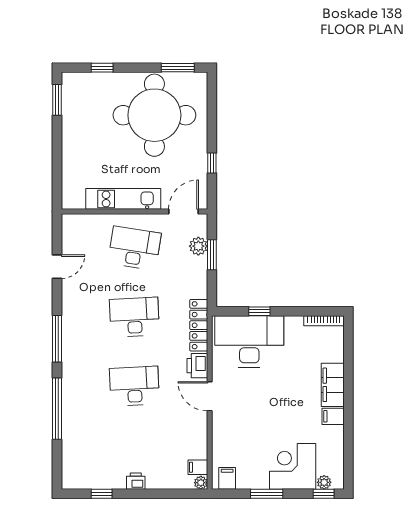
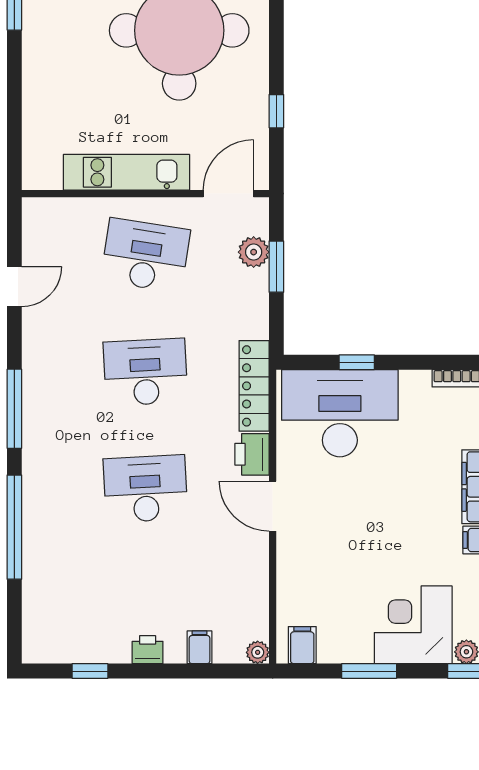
filing cabinet: (198, 467) -> (200, 647), moved, turned 90

